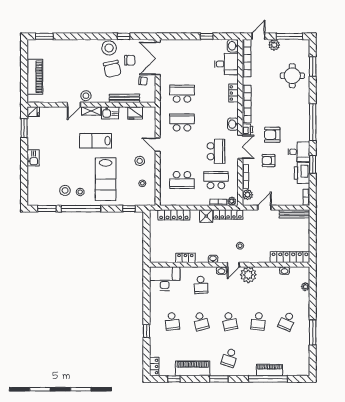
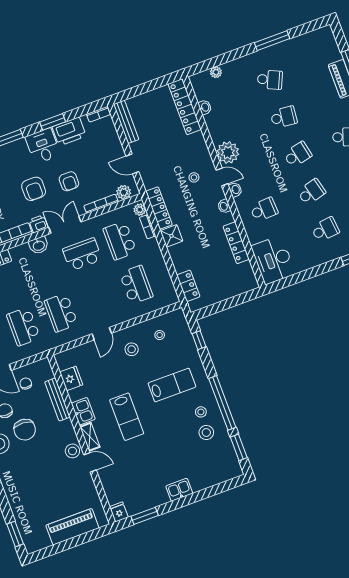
chair: (112, 69) -> (25, 430), turned 106
lab bench: (106, 179) -> (172, 385), width x0.73, depth x0.72
locker: (174, 215) -> (188, 286), width x0.66
locker: (185, 258) -> (236, 243), width x1.53

